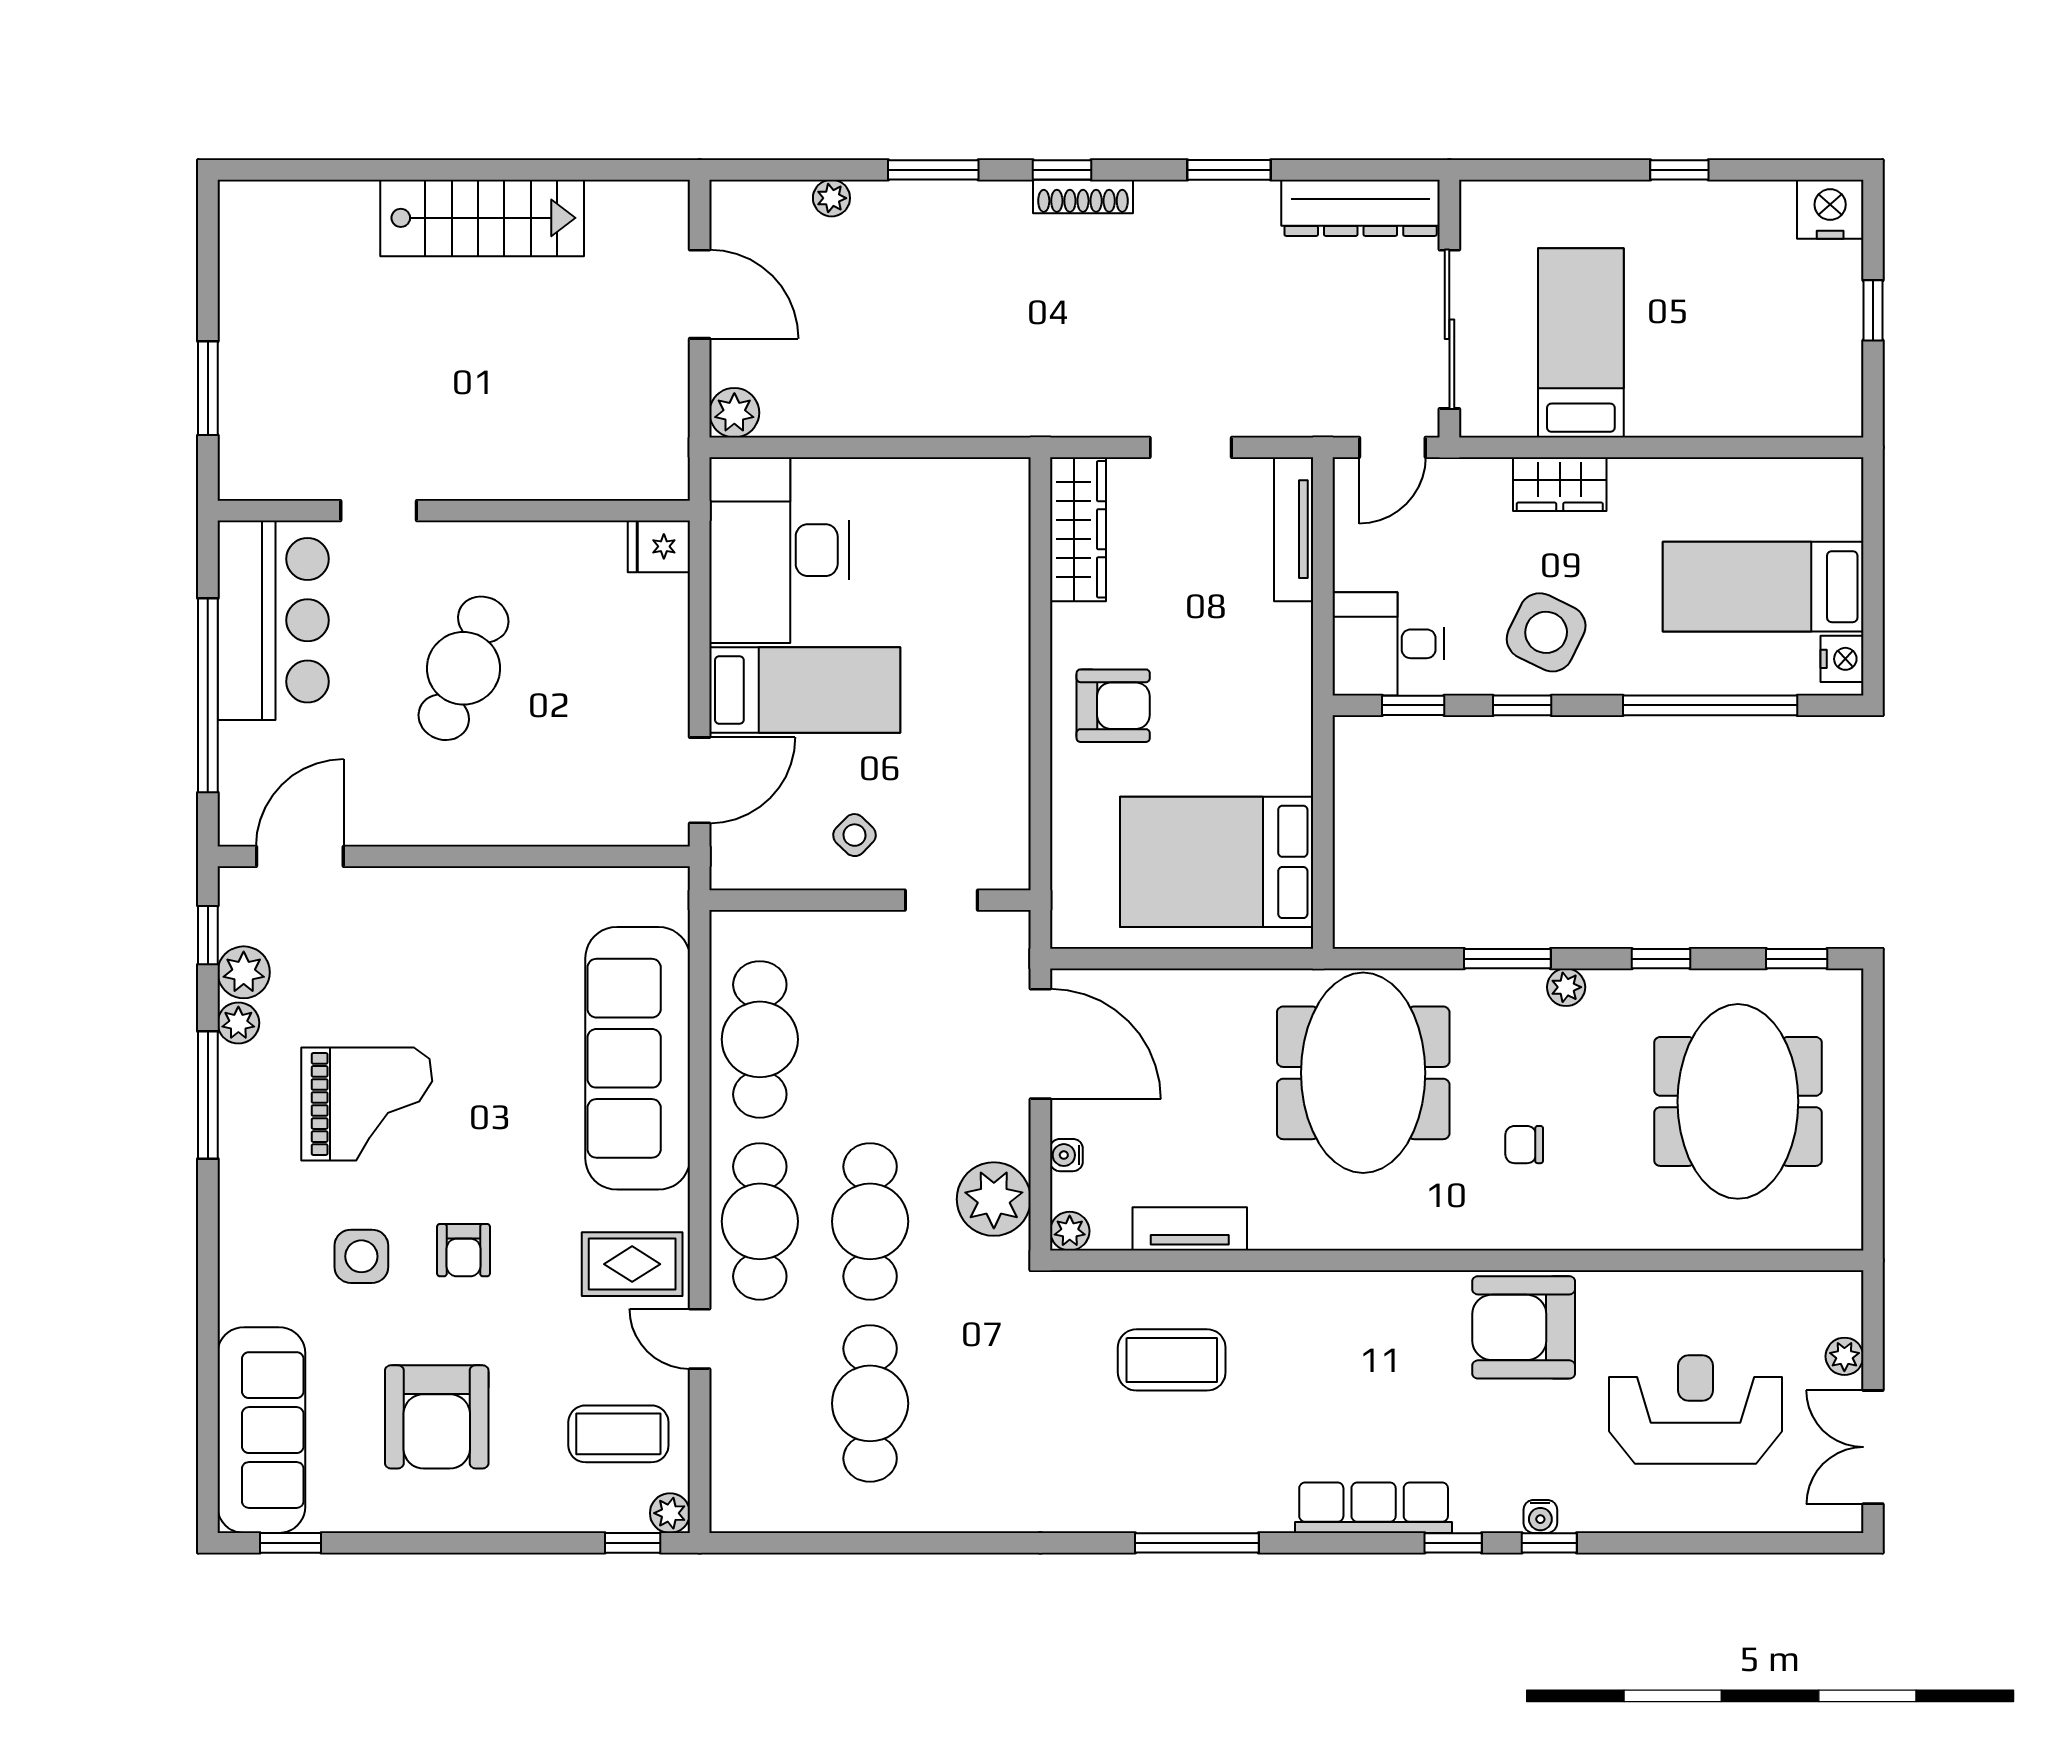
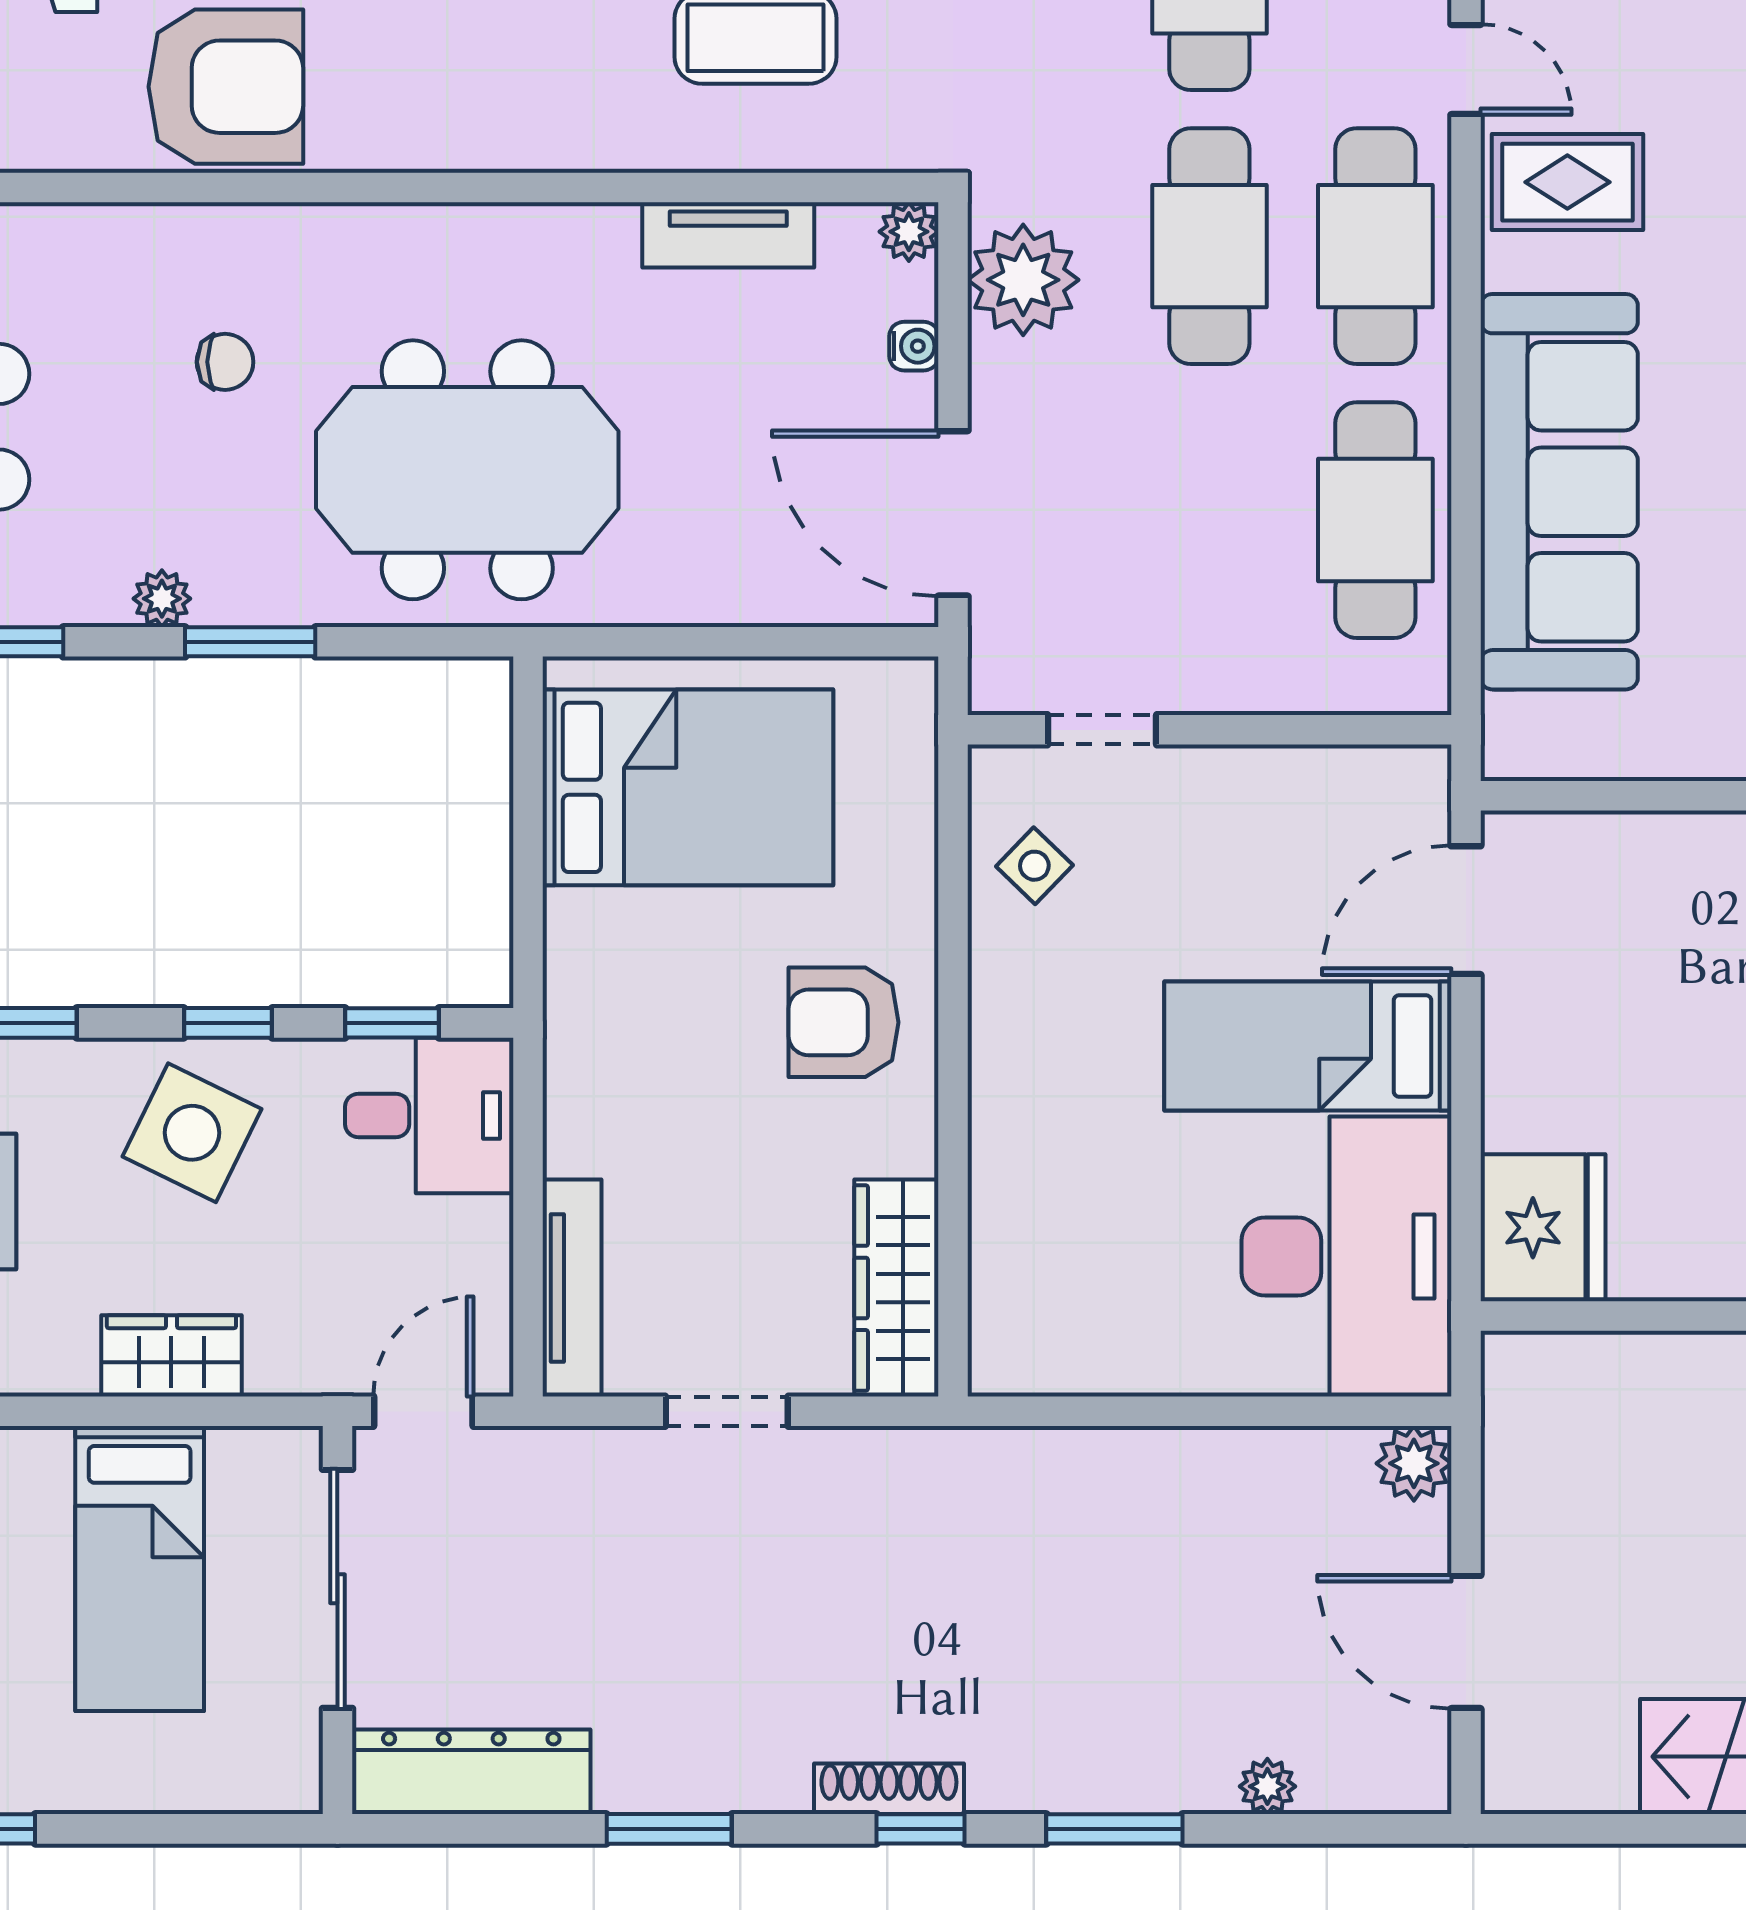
fridge: (659, 546) -> (1543, 1228), width x1.88, depth x1.34
side table: (855, 835) -> (1034, 866), moved
meeting table: (1363, 1073) -> (467, 470), turned 90

